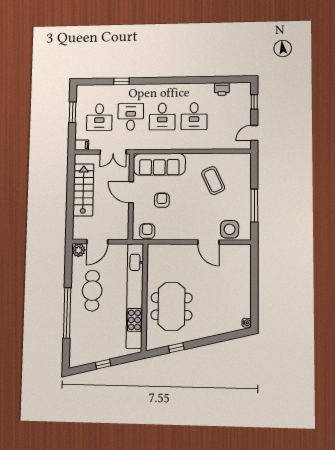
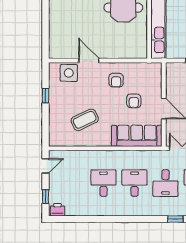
printer: (222, 89) -> (58, 210), moved
coffee table: (213, 181) -> (85, 120), turned 90
window: (254, 206) -> (45, 96), width x0.46
armchair: (147, 231) -> (116, 80), moved

